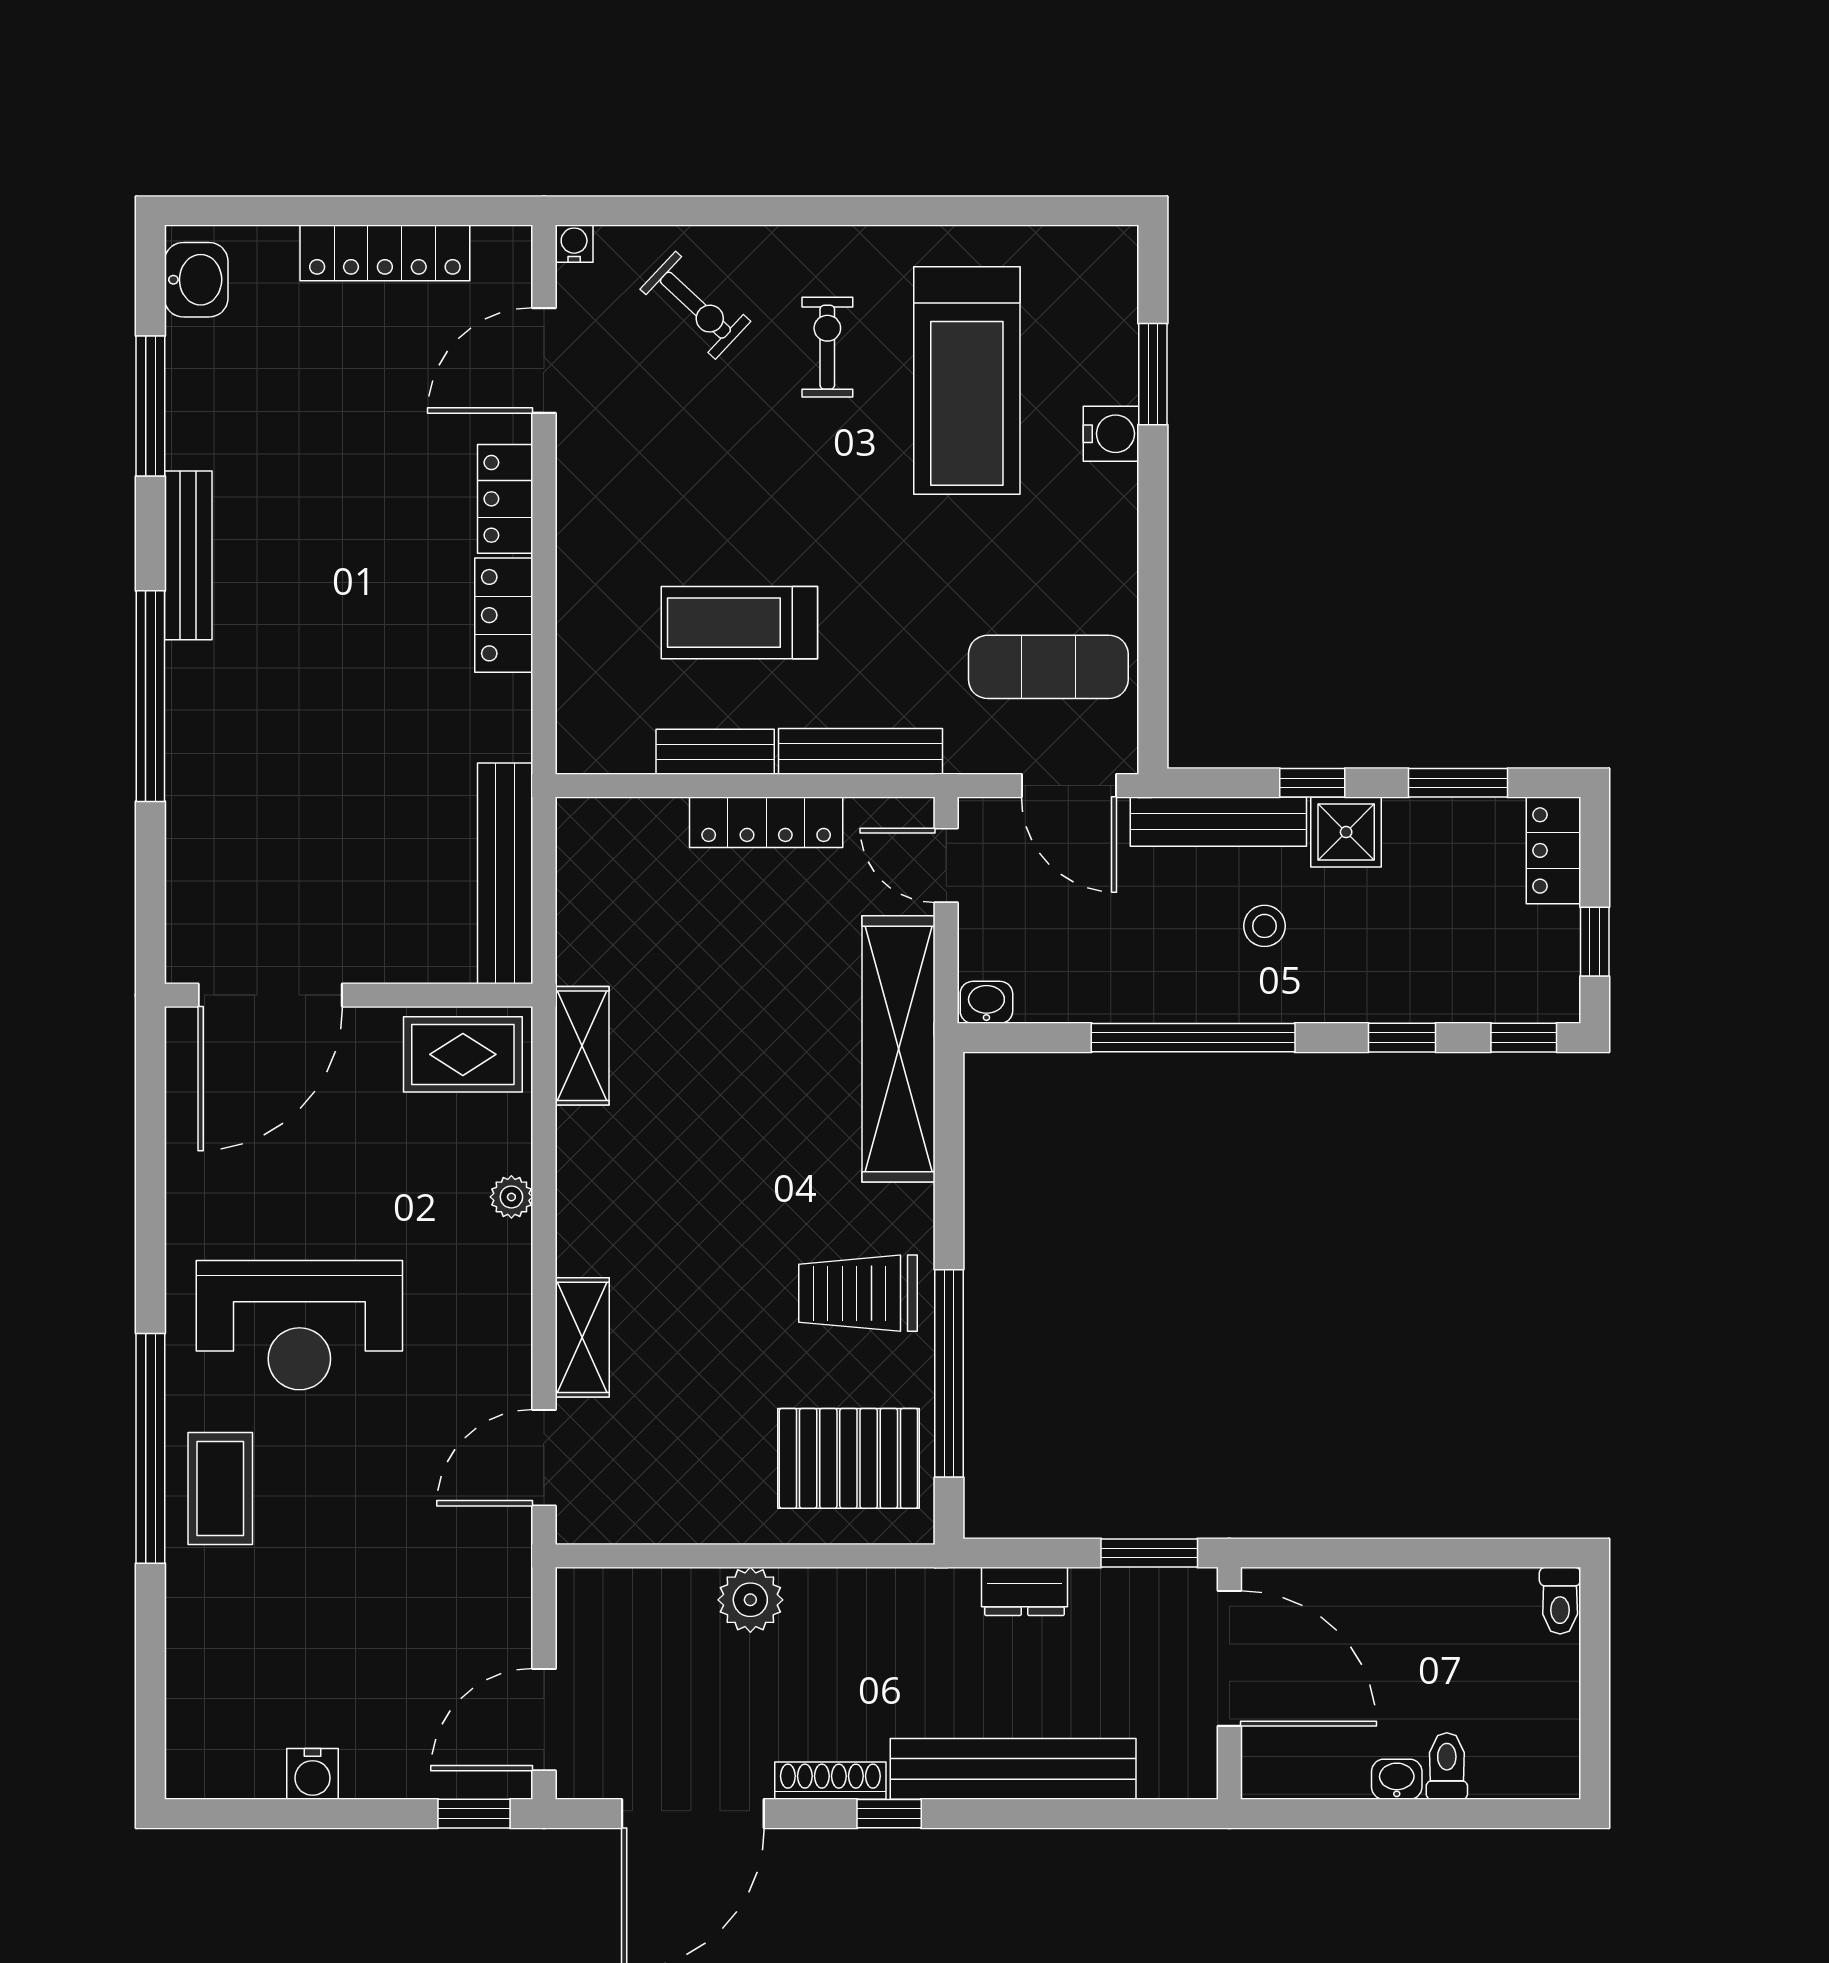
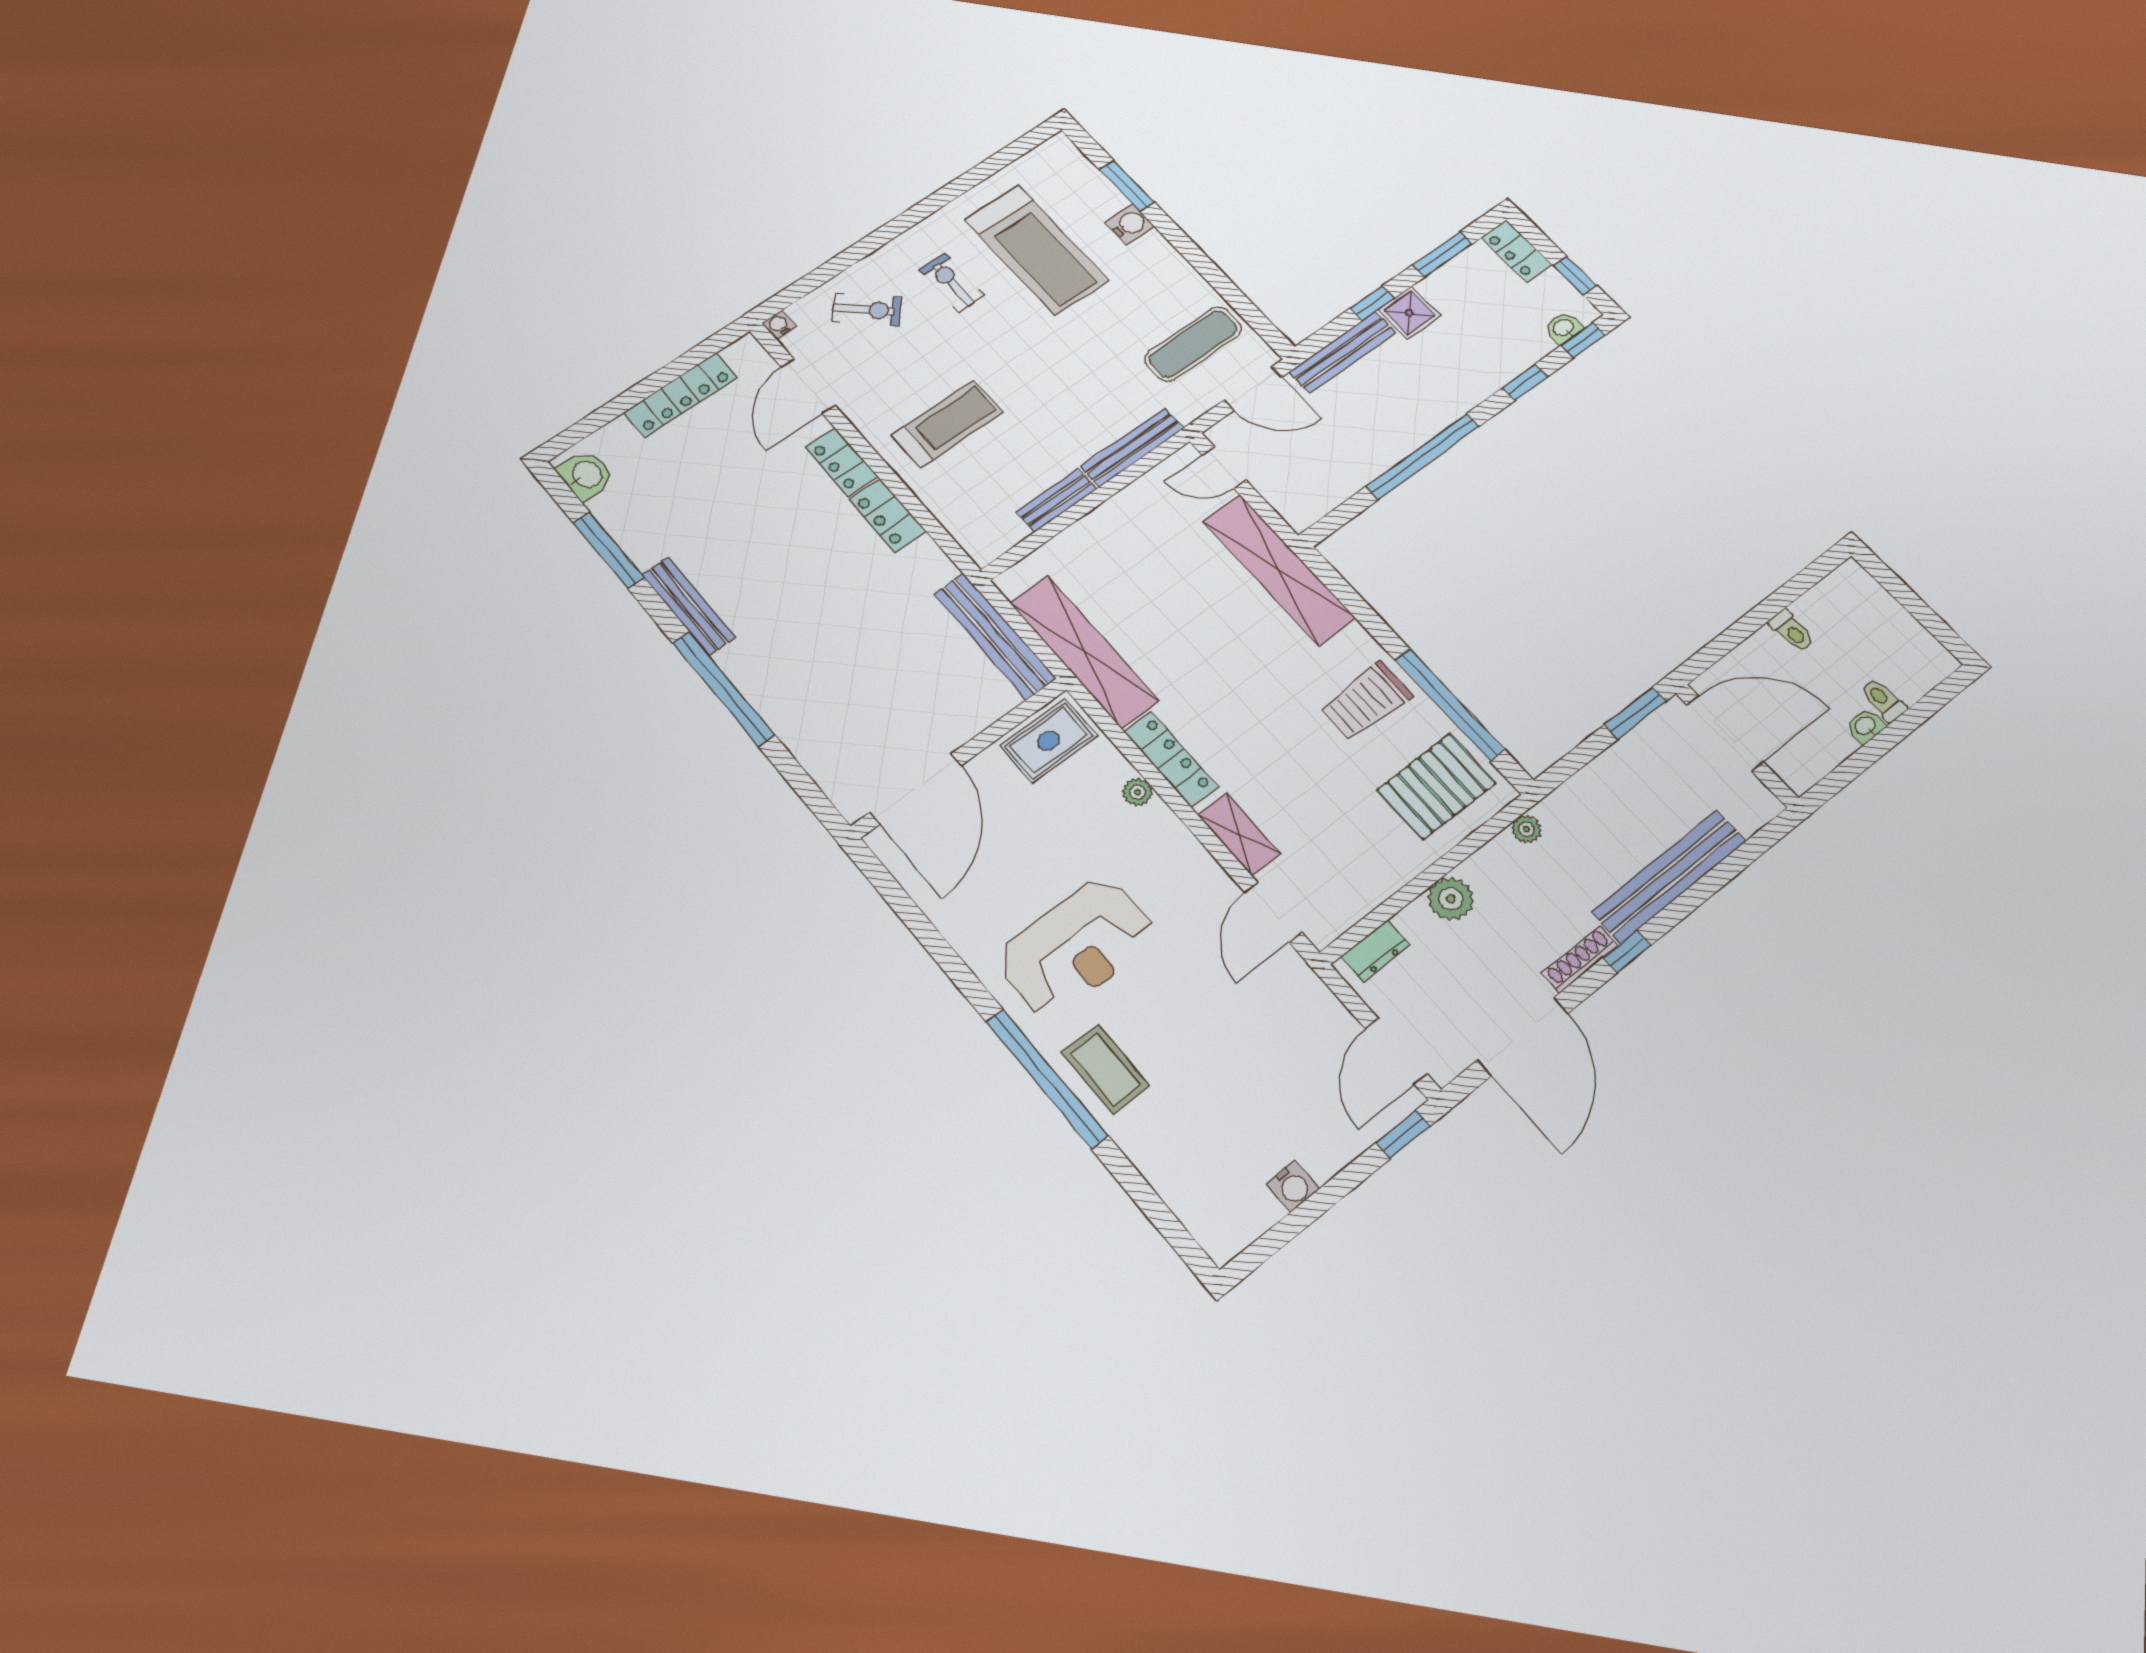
treadmill: (739, 623) -> (947, 424), moved, turned 180
locker: (766, 822) -> (1171, 759), moved, turned -90
stool: (1265, 926) -> (1410, 382), removed
washbasin: (986, 1002) -> (1564, 328), moved
shelving: (582, 1046) -> (1084, 651), width x2.20, depth x1.33
plant: (904, 1588) -> (1526, 829), added
dresser: (1025, 1591) -> (1375, 951), moved
toilet: (1560, 1601) -> (1791, 631), moved

